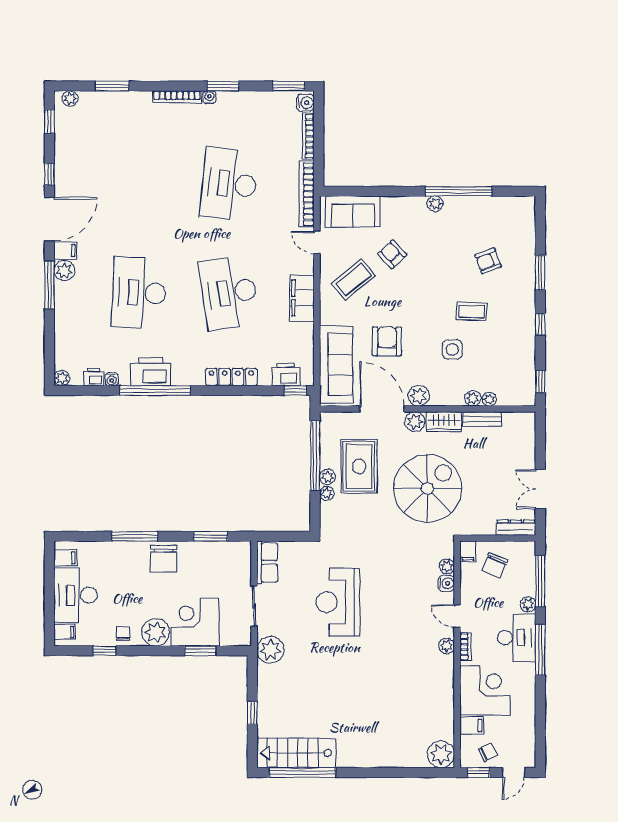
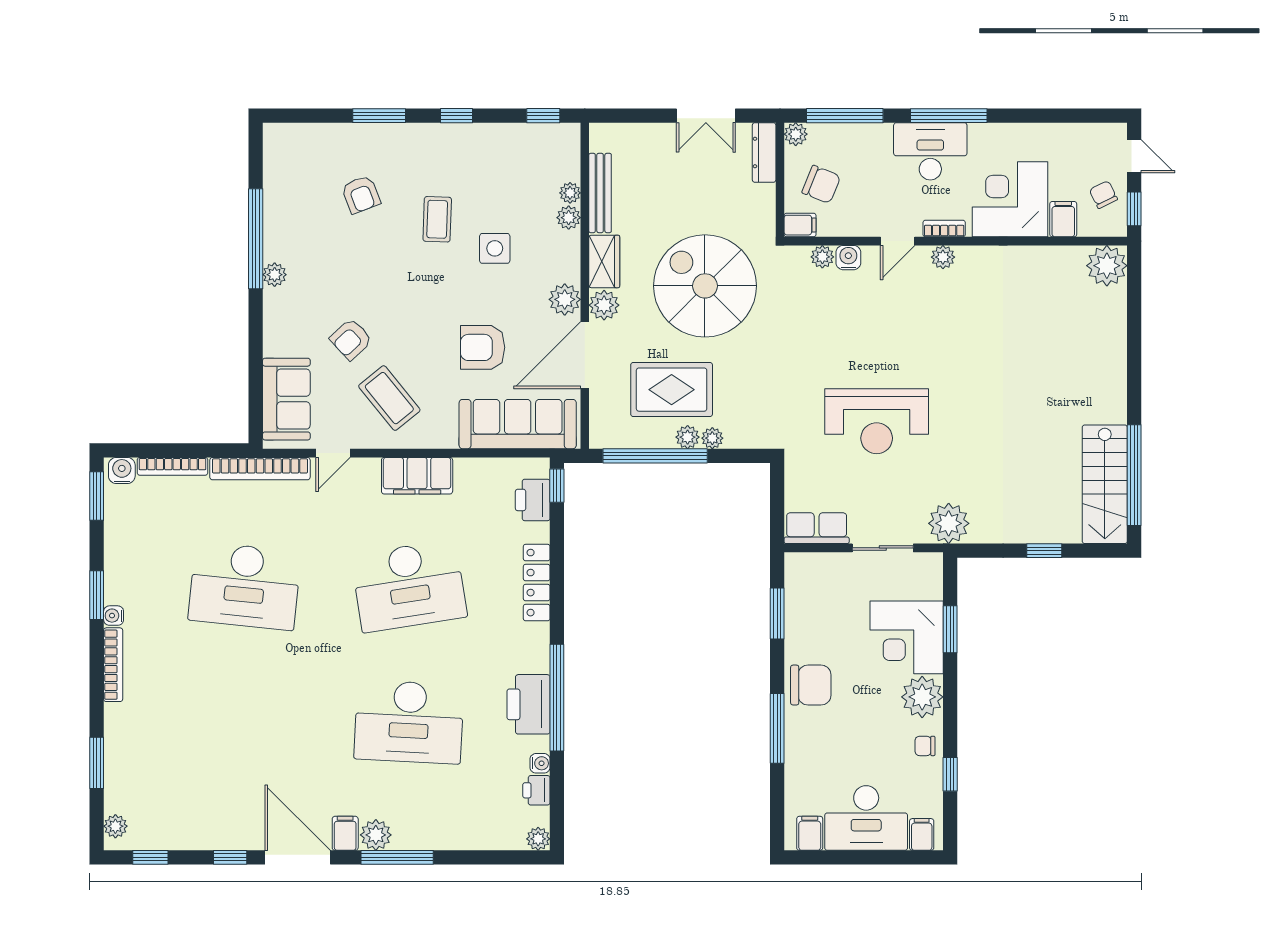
bench: (482, 419) -> (600, 193), width x1.36
plant: (528, 604) -> (796, 134), moved

